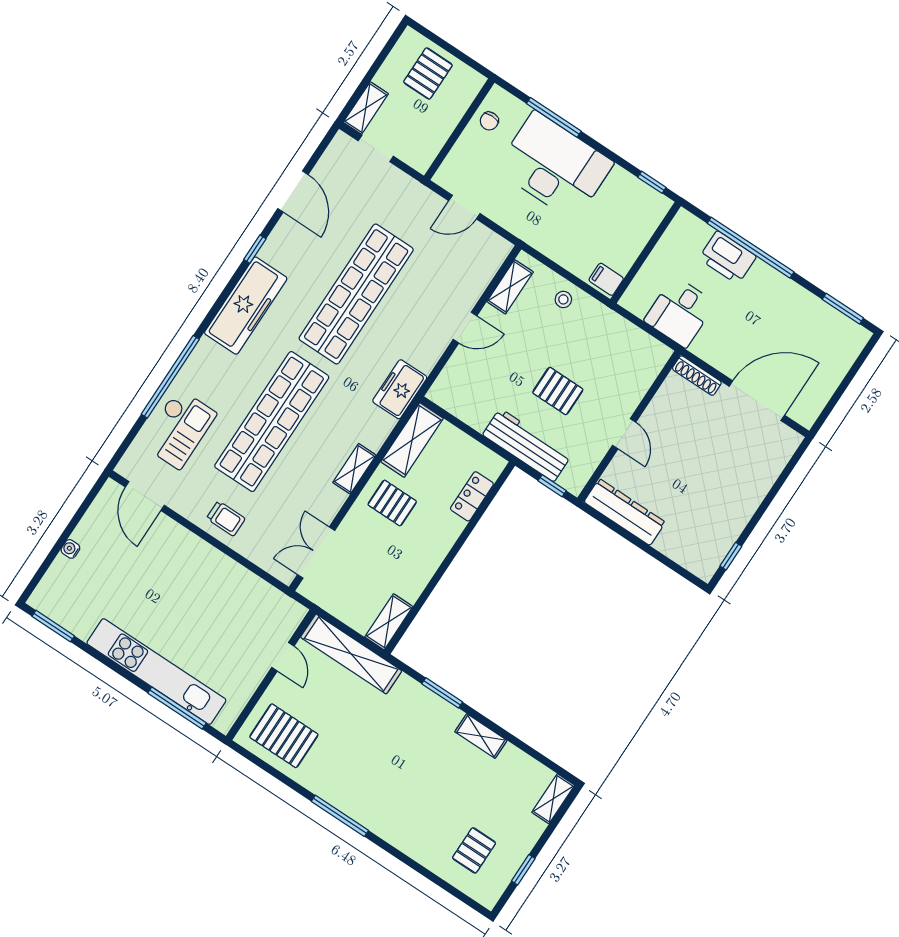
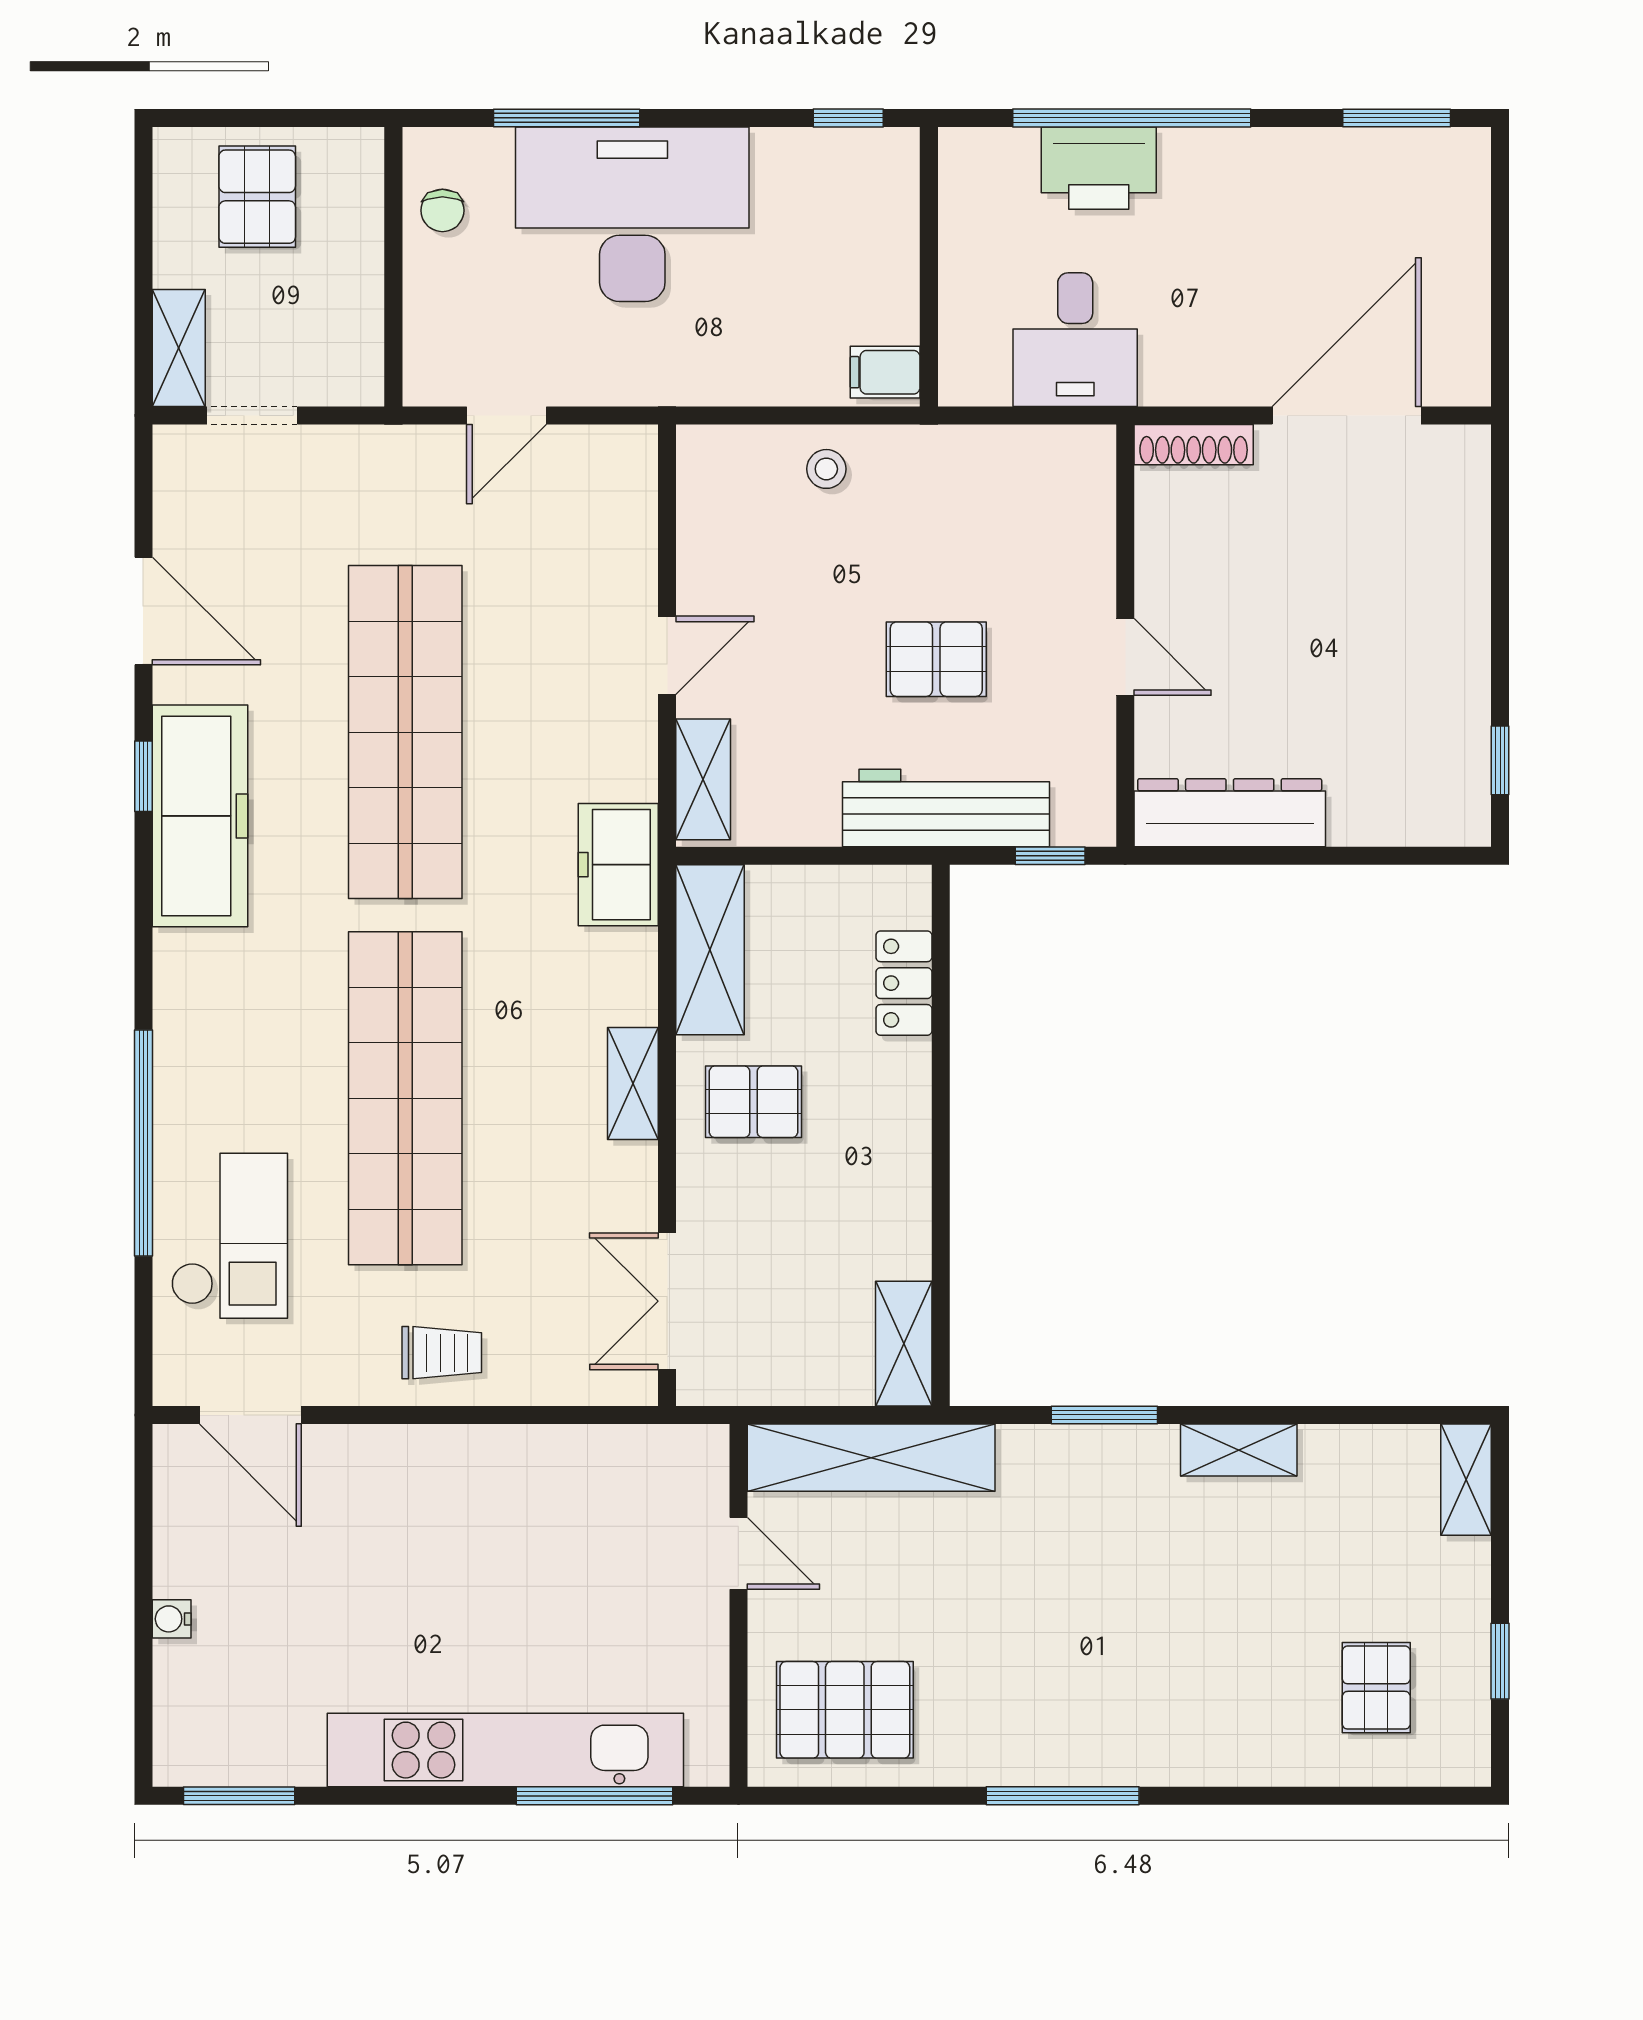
shelving: (510, 287) -> (703, 779), moved
freezer: (246, 306) -> (200, 816), moved

